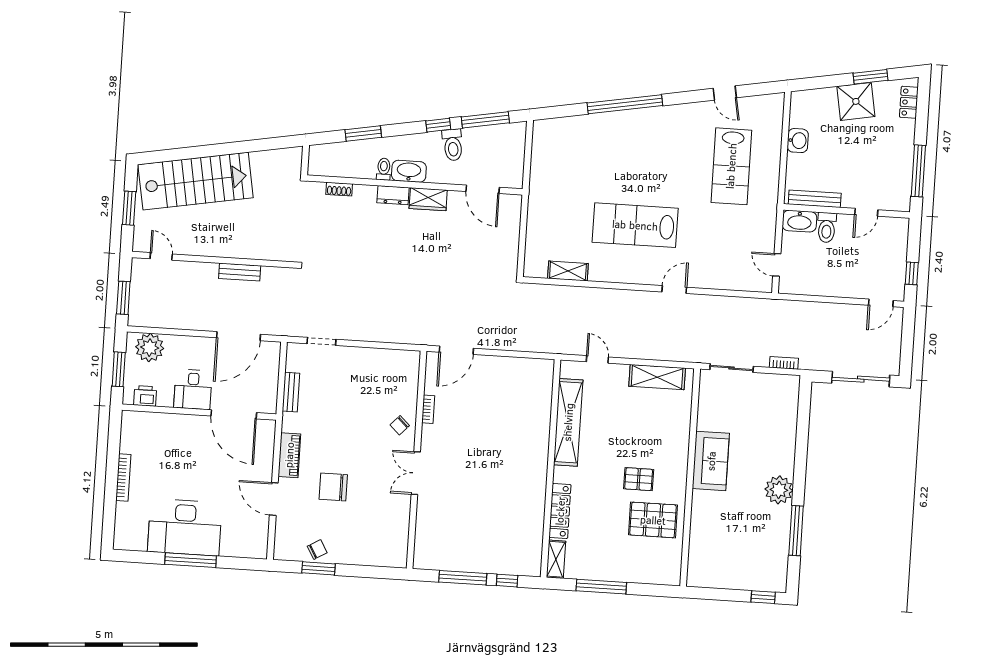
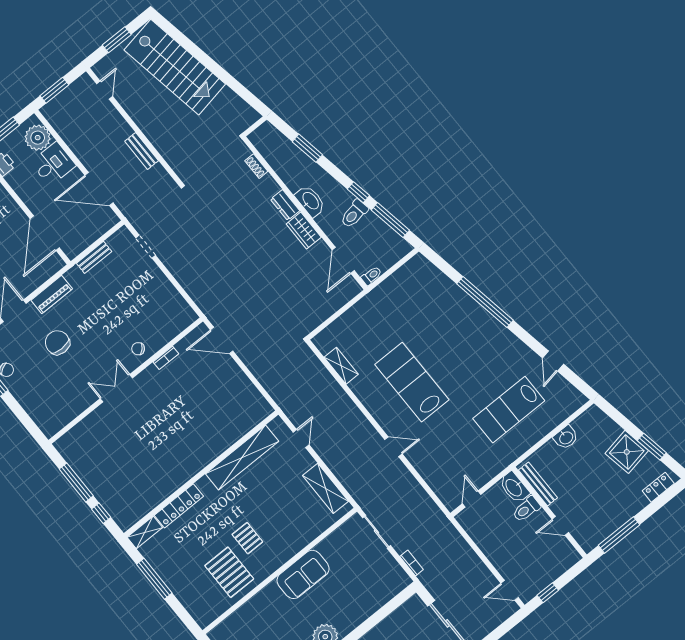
toilet: (384, 169) -> (371, 276), moved
desk: (193, 389) -> (53, 164), moved, turned 180

